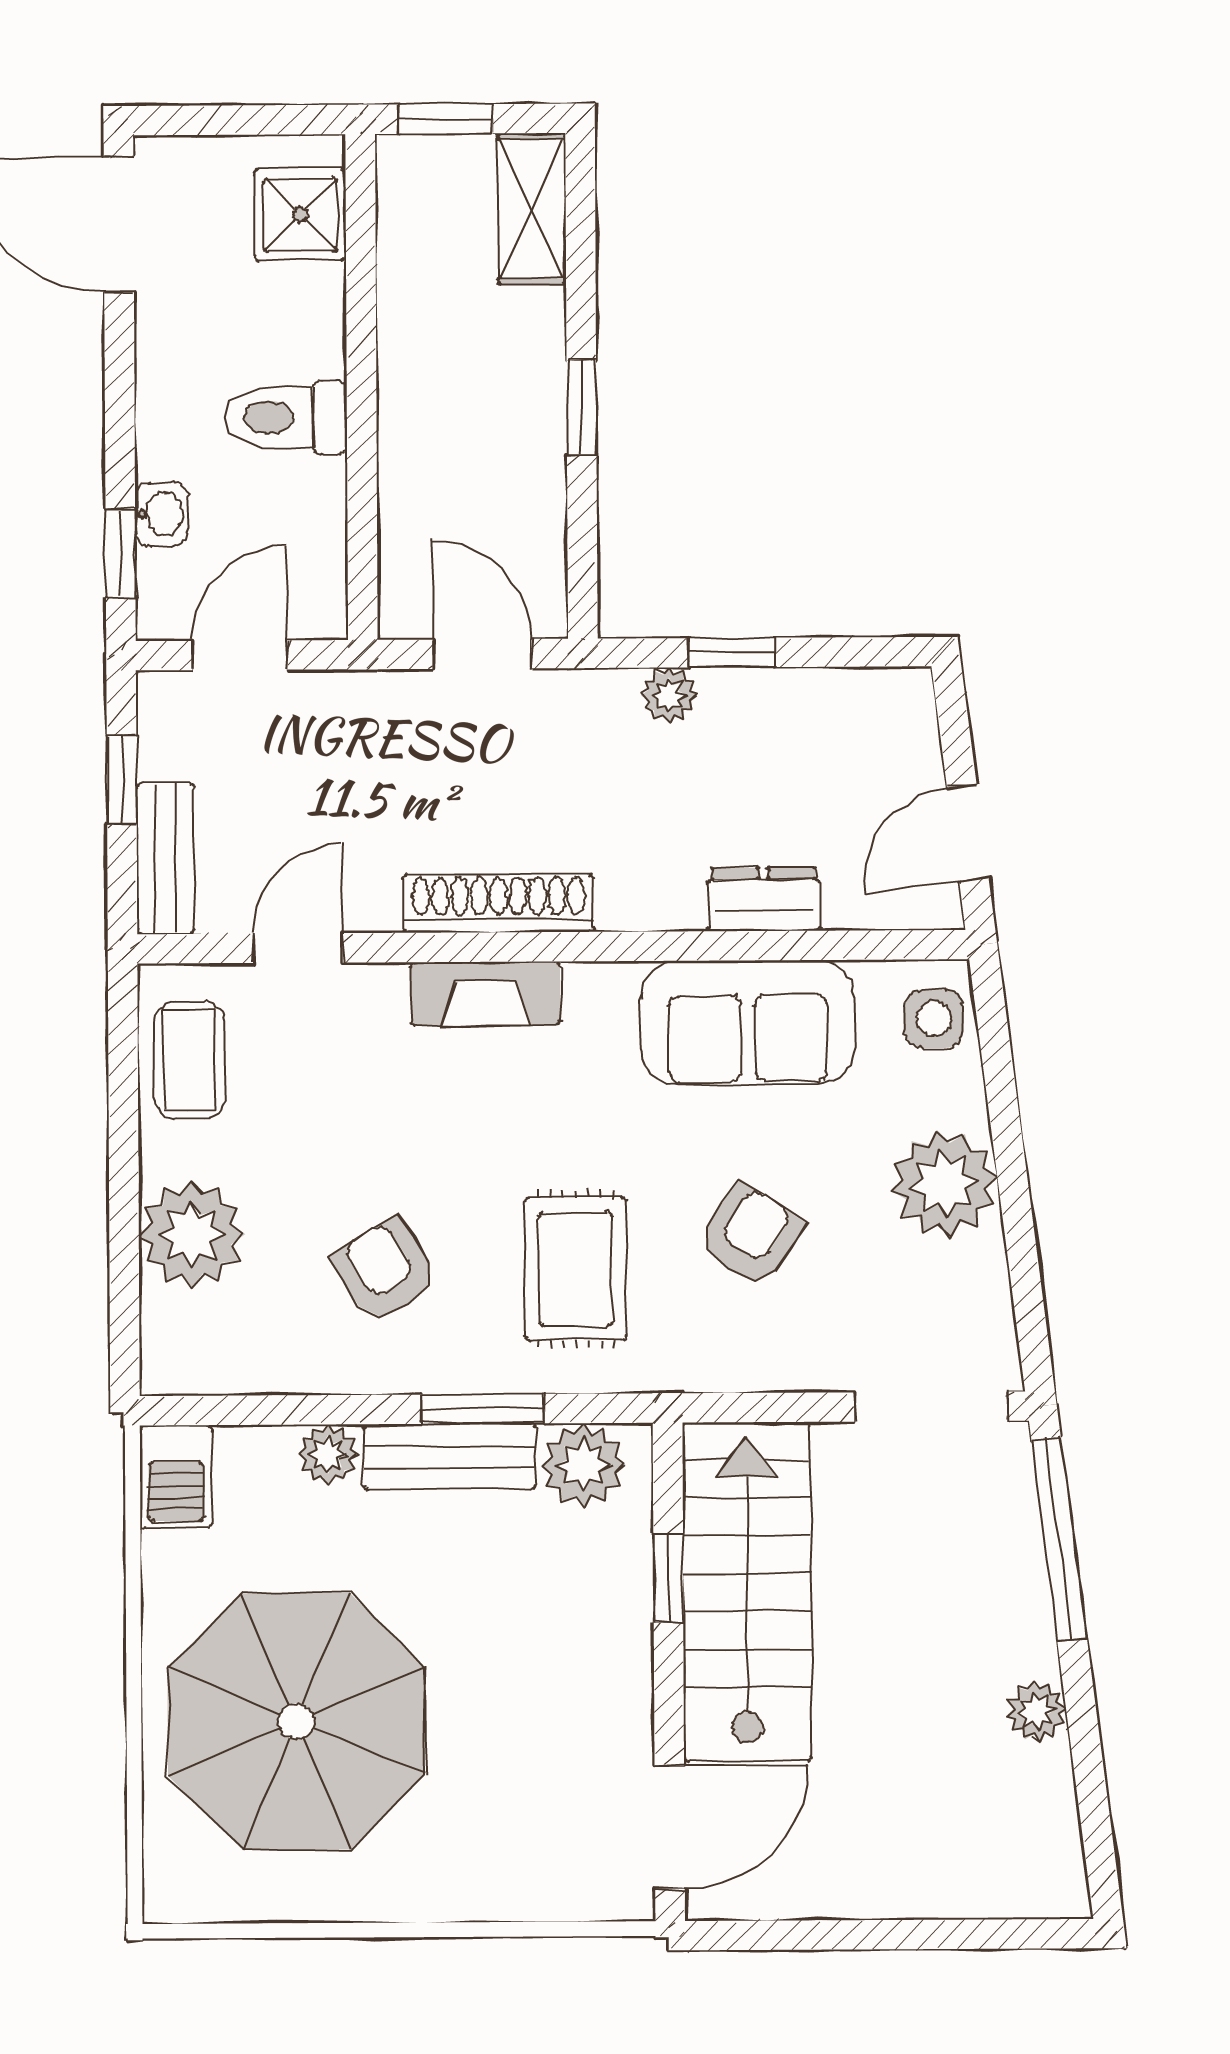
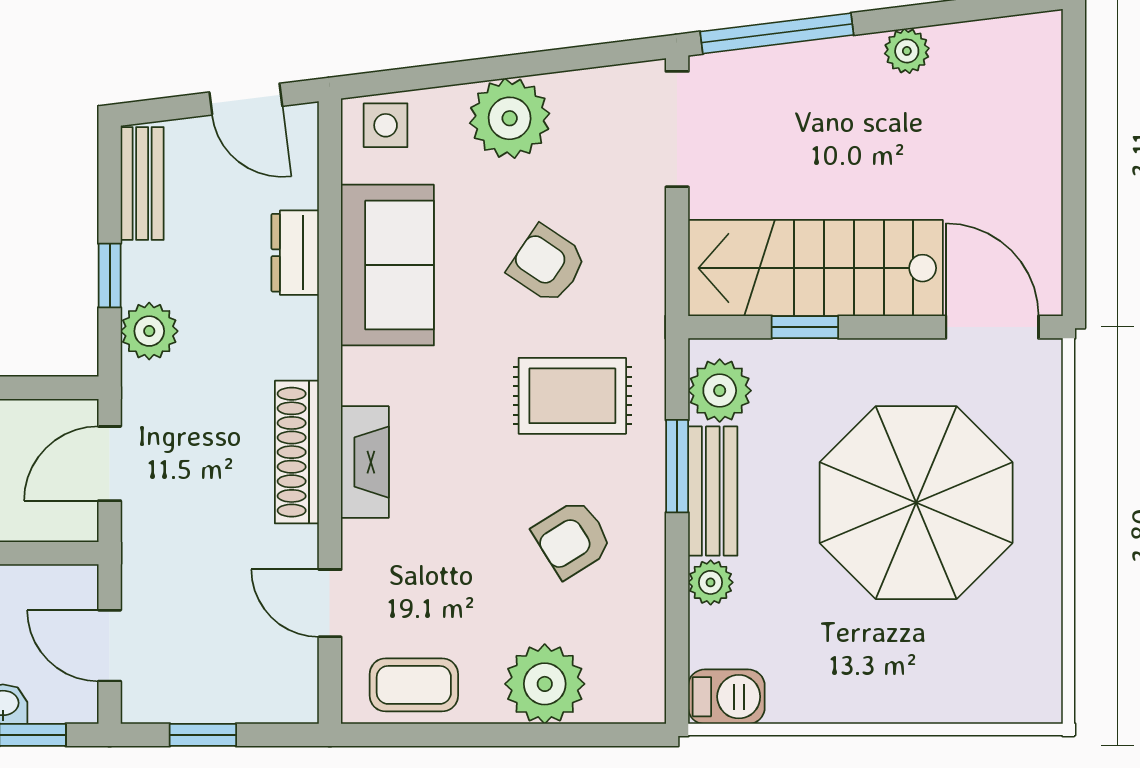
plant: (669, 695) -> (149, 331), width x1.38, depth x1.38
bench: (165, 859) -> (142, 183), moved, turned 90
parasol: (296, 1721) -> (916, 503), moved

